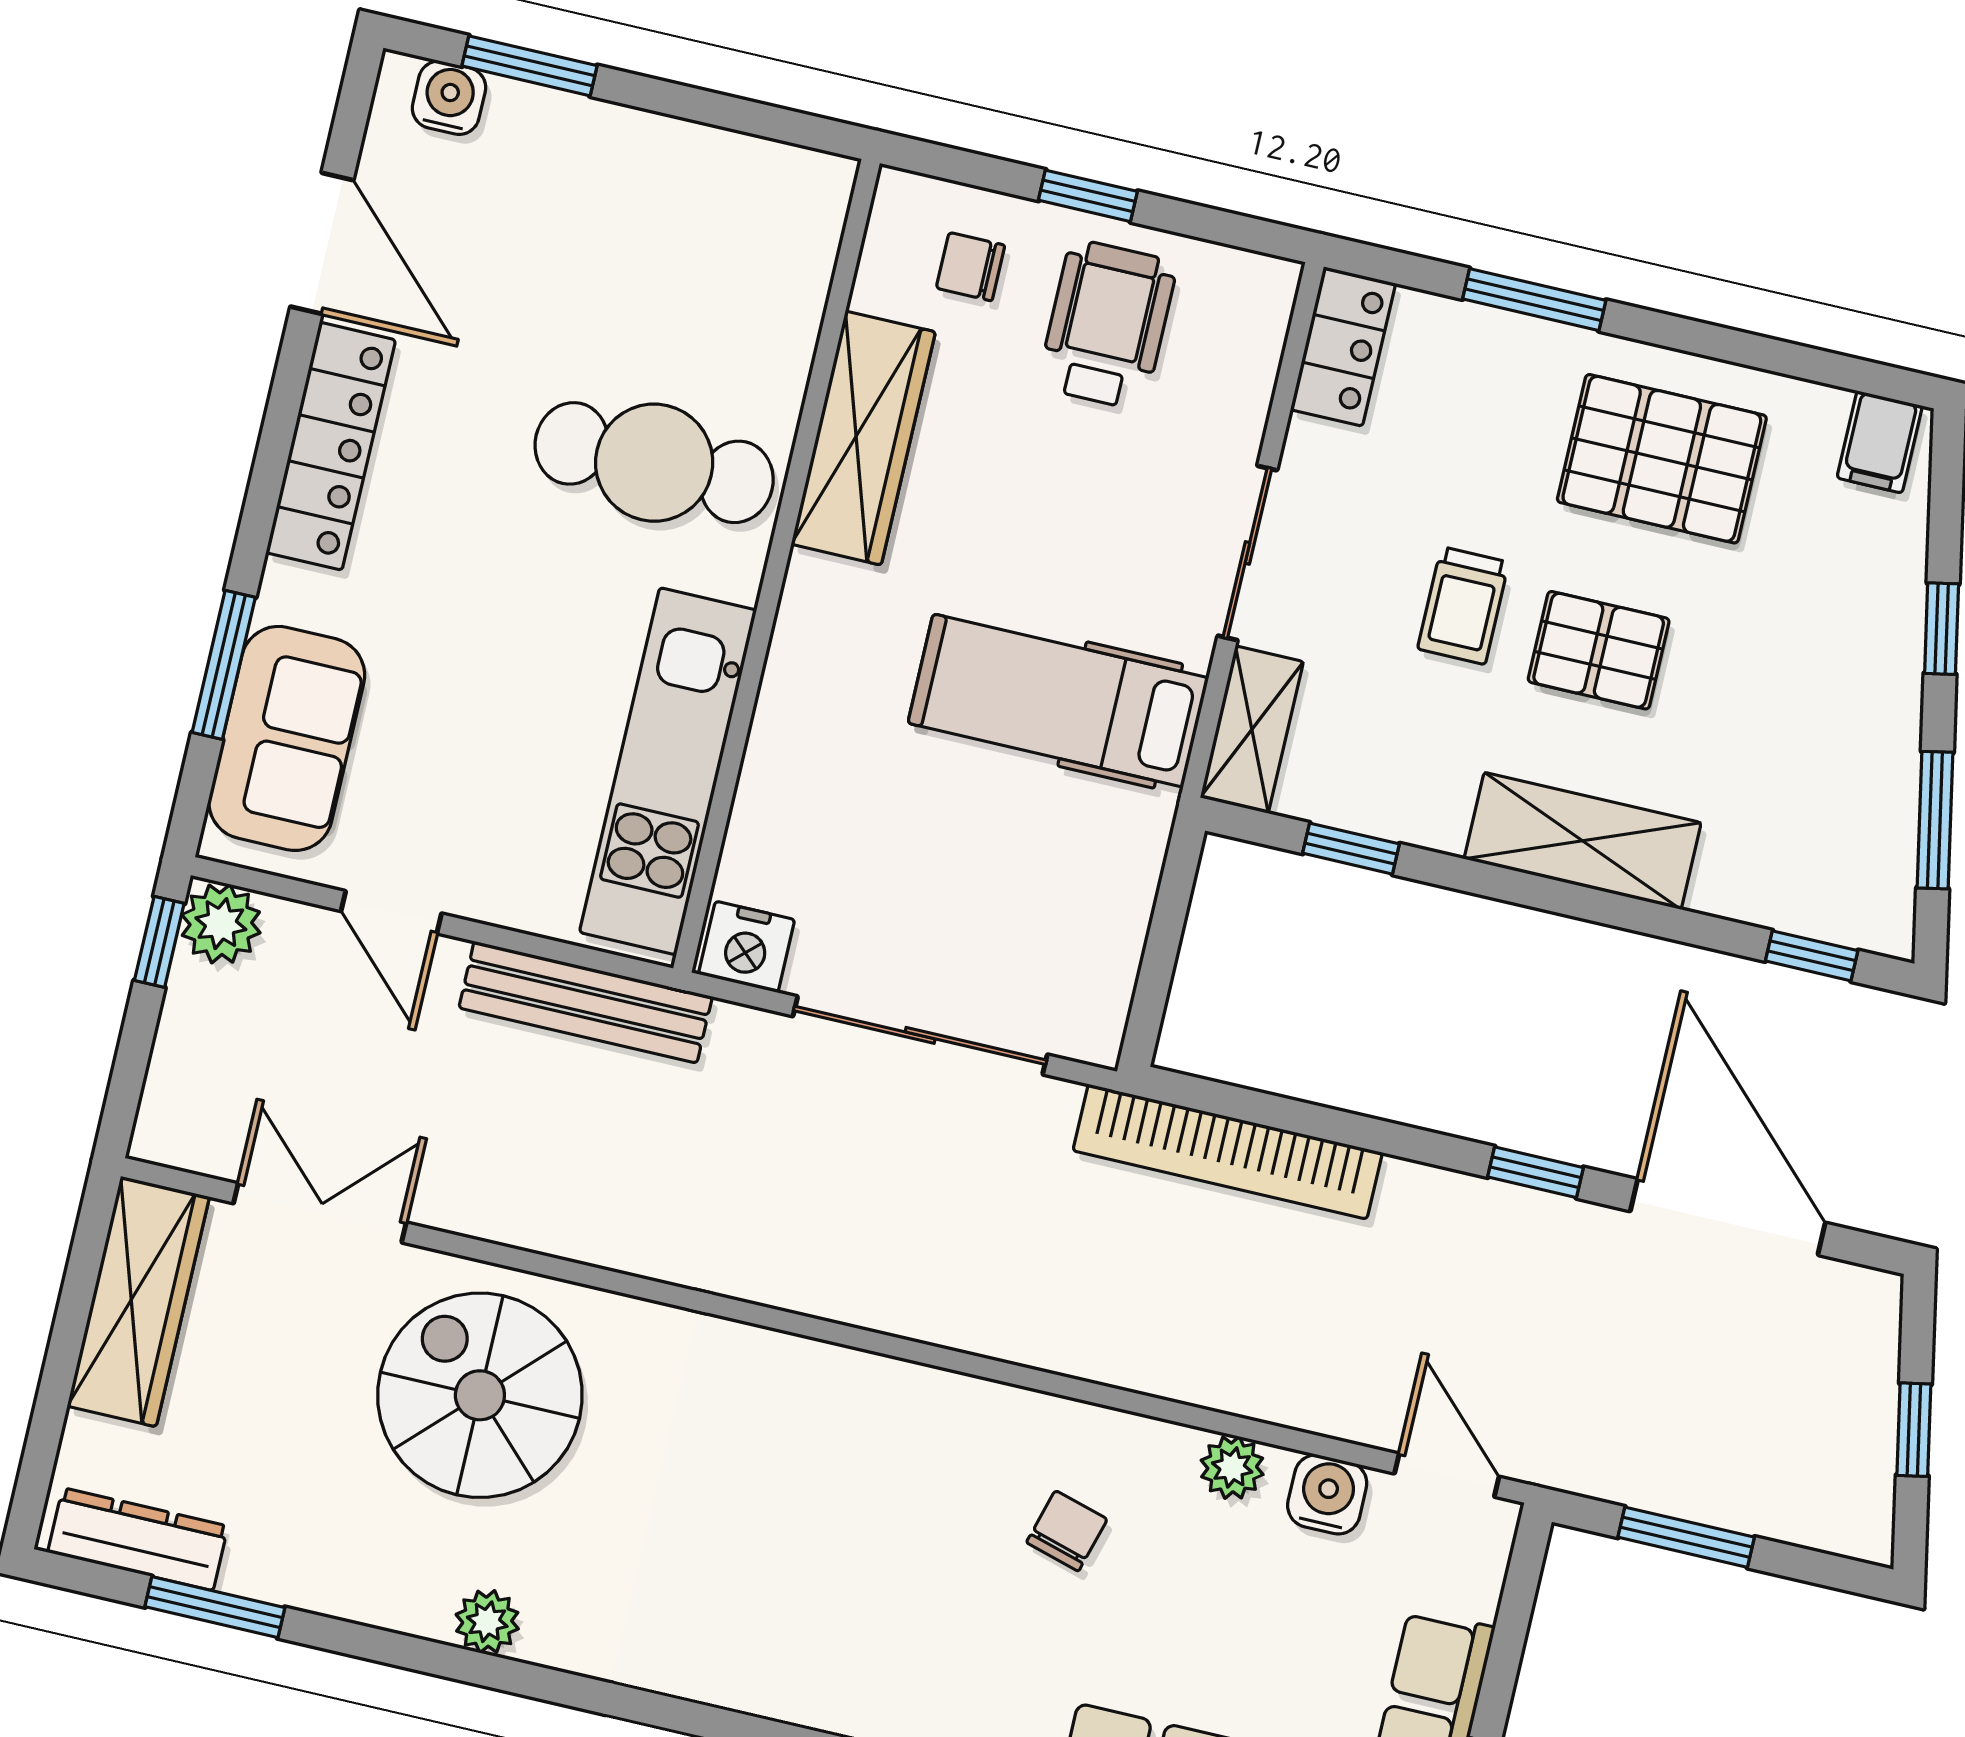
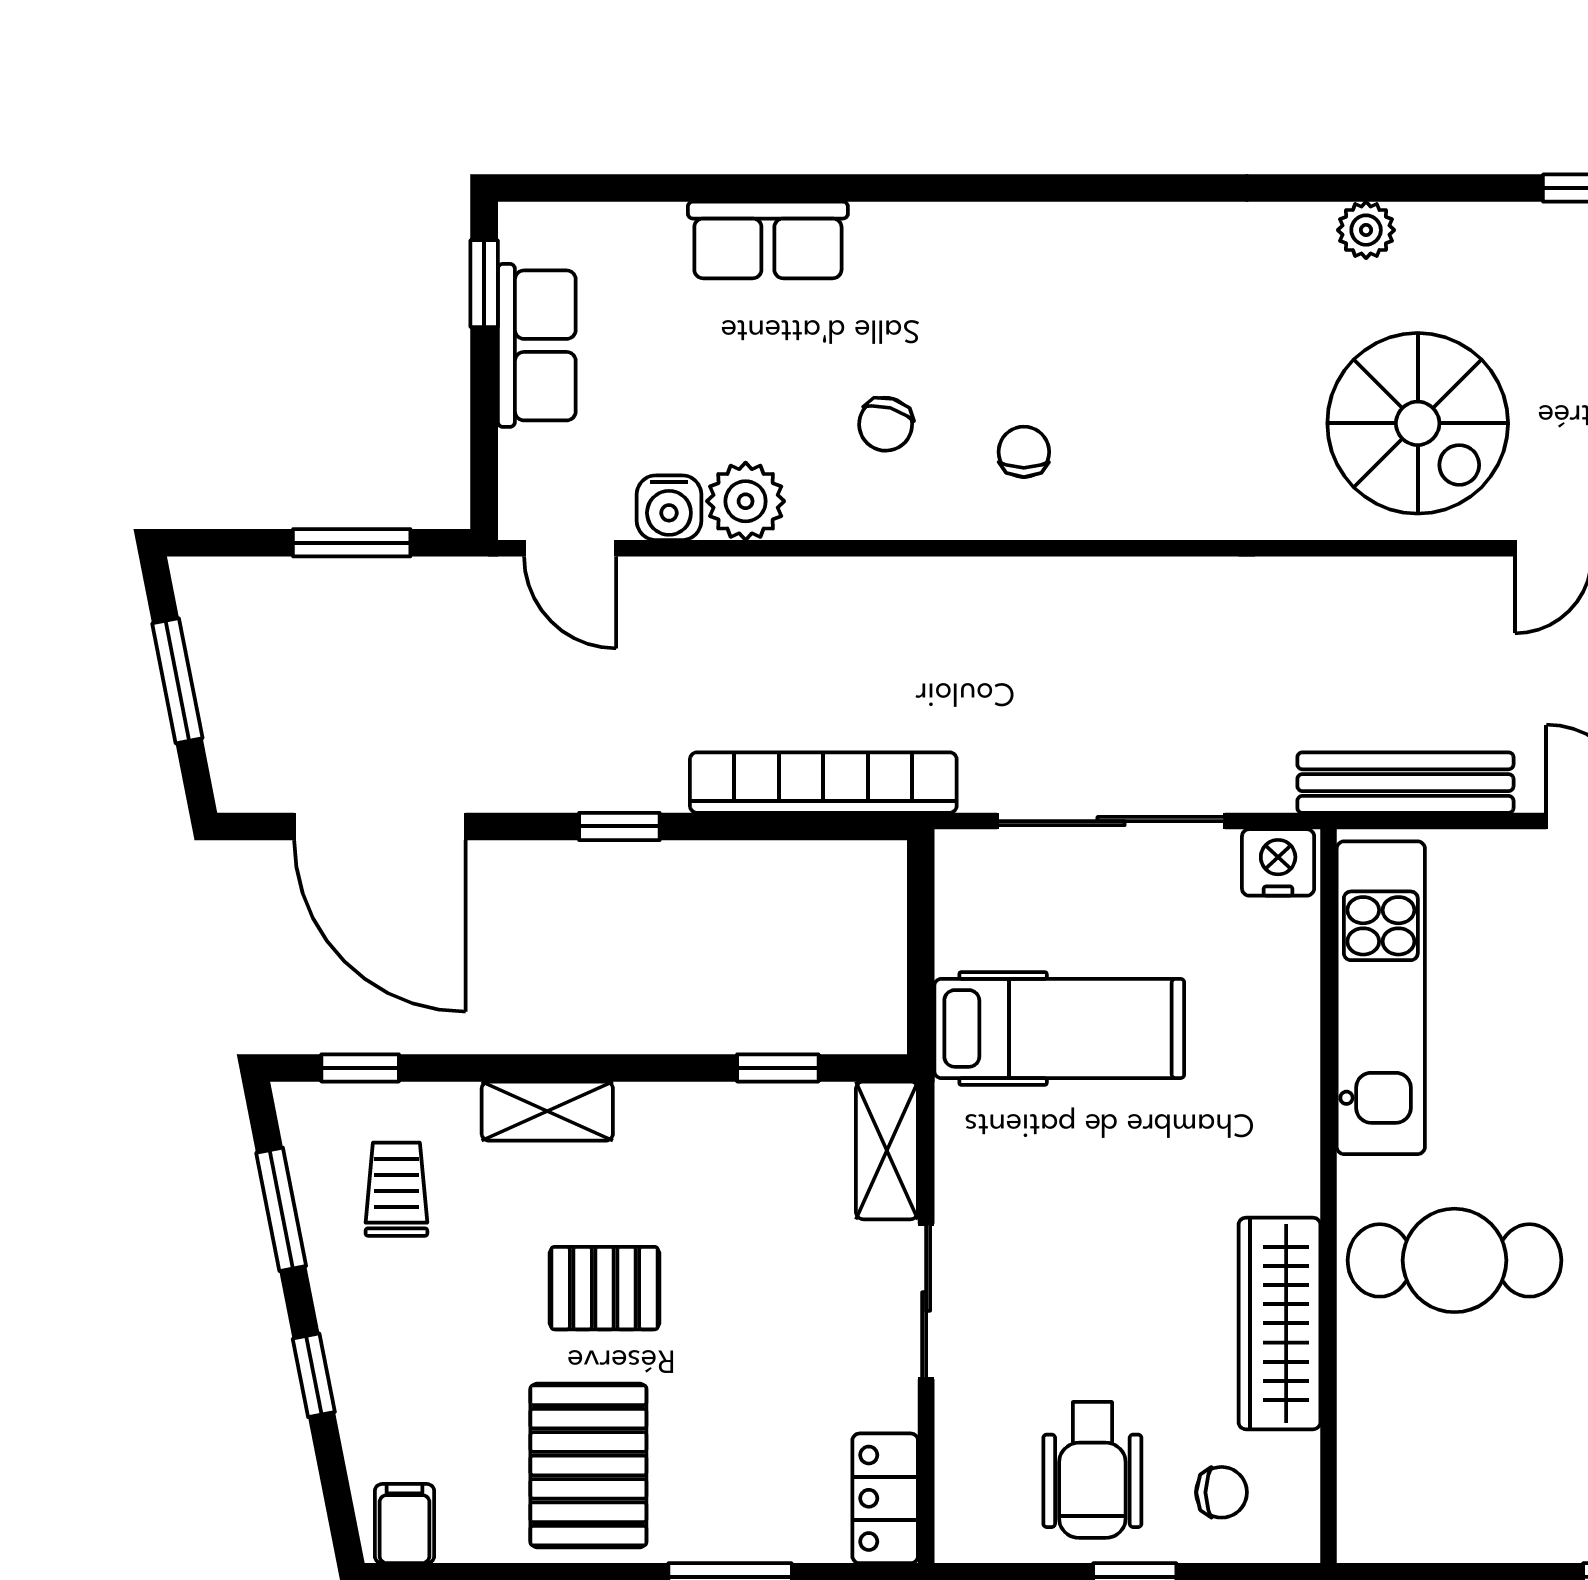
pallet: (1662, 459) -> (588, 1465), turned 90
trolley: (1463, 606) -> (396, 1189), moved
hospital bed: (1058, 701) -> (1059, 1028), moved
shelving: (1583, 841) -> (547, 1111), width x0.67, depth x0.75
window: (1536, 1172) -> (619, 826), moved
window: (1914, 1430) -> (177, 681), width x1.50
chair: (922, 1465) -> (1024, 452), added
plant: (1232, 1467) -> (746, 501), width x1.38, depth x1.38

